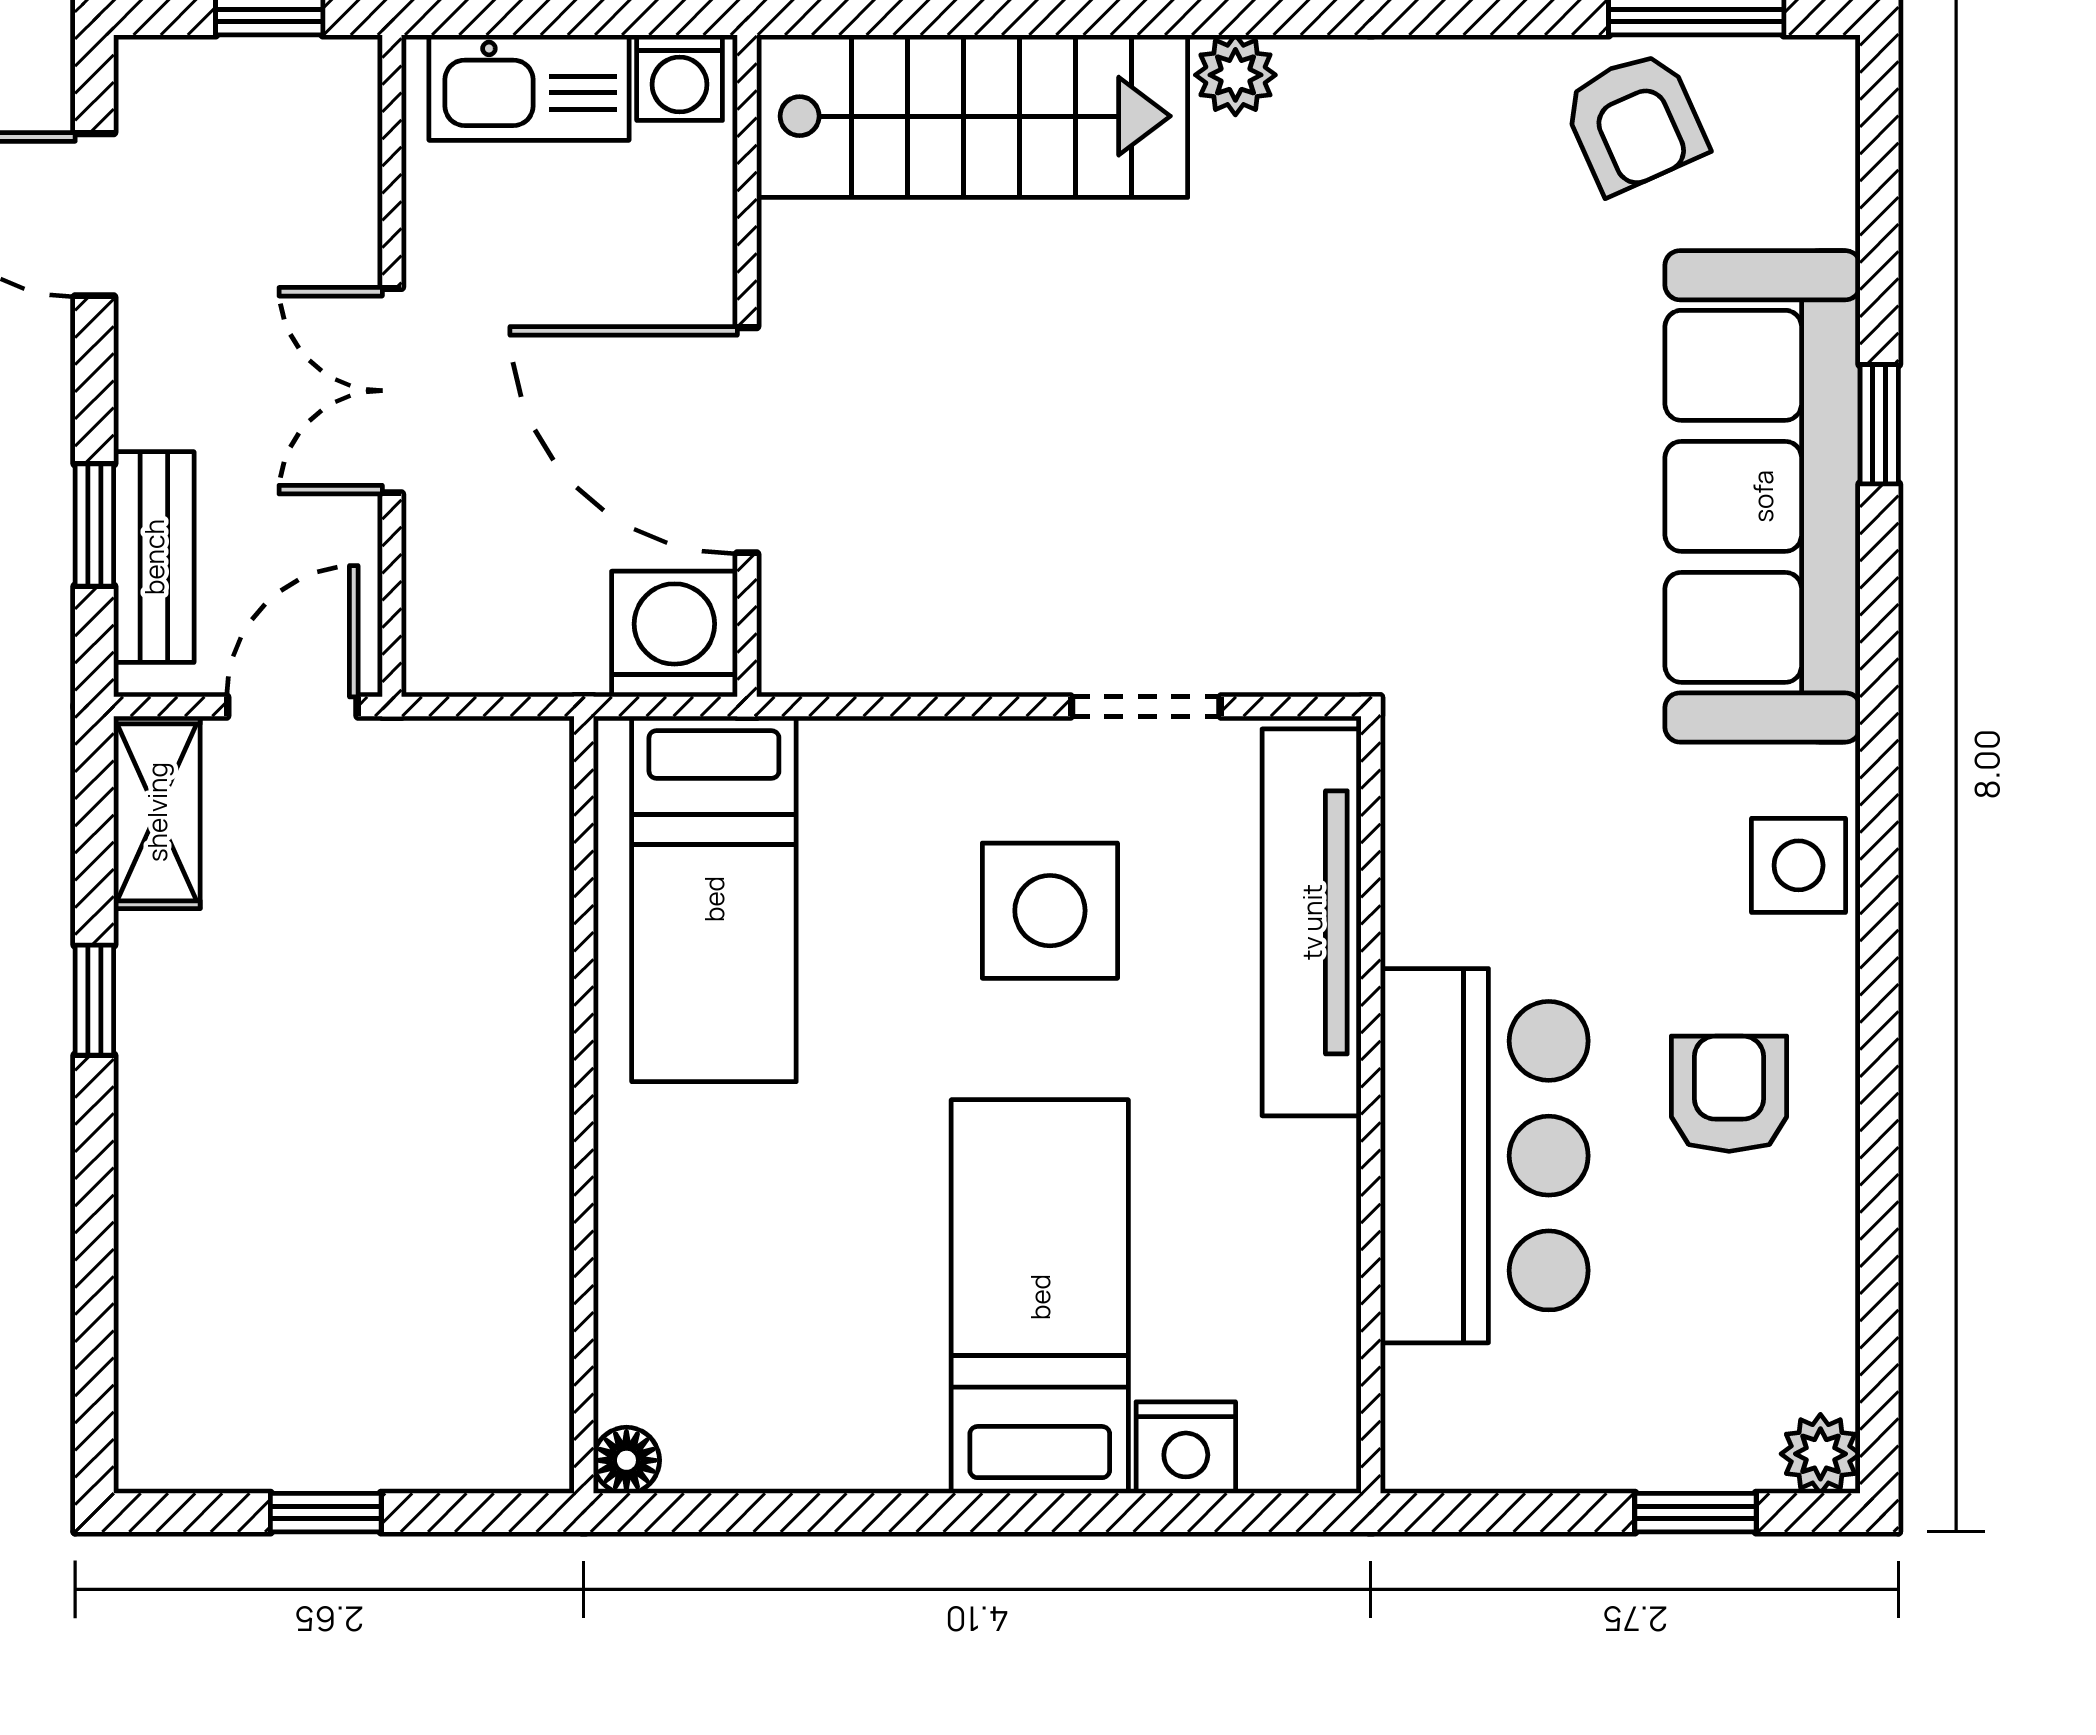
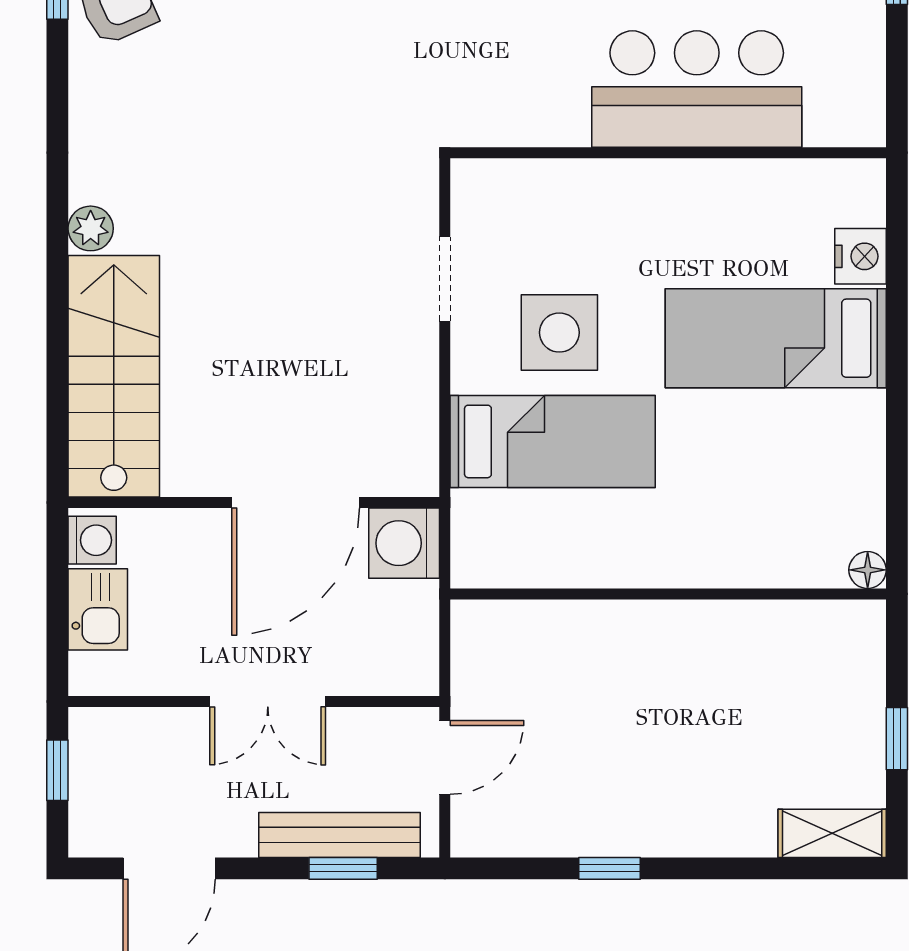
kitchen sink: (529, 88) -> (98, 609), width x0.73
bench: (154, 557) -> (340, 835), width x1.36
door: (292, 707) -> (445, 757), swing flipped
shelving: (157, 812) -> (832, 833), moved
bed: (714, 899) -> (553, 441), moved
tv unit: (1312, 922) -> (566, 186), removed

